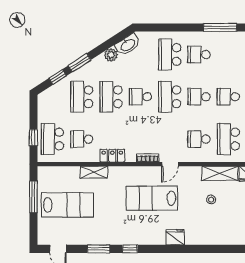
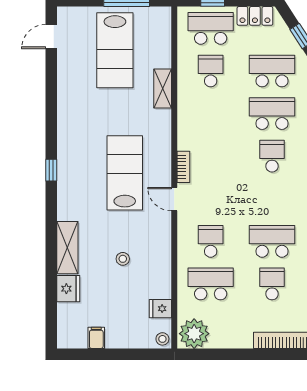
school desk: (170, 97) -> (272, 199), removed
school desk: (199, 97) -> (272, 241), width x1.85
locker: (112, 156) -> (255, 16), moved, turned 90
shelving: (220, 173) -> (67, 248), moved
fridge: (175, 237) -> (68, 289), moved
window: (99, 249) -> (51, 96), removed
window: (130, 249) -> (51, 170), moved

